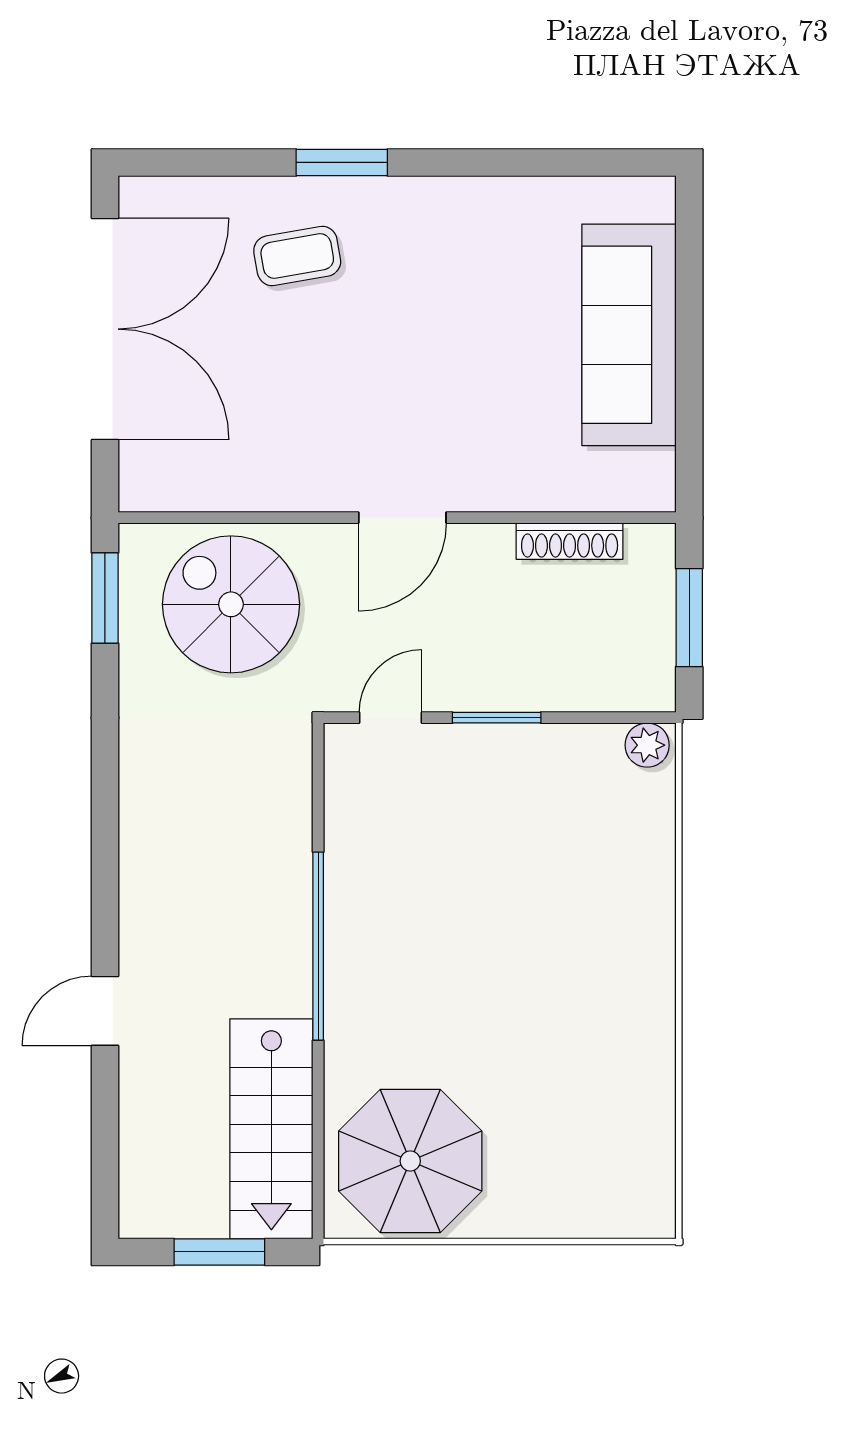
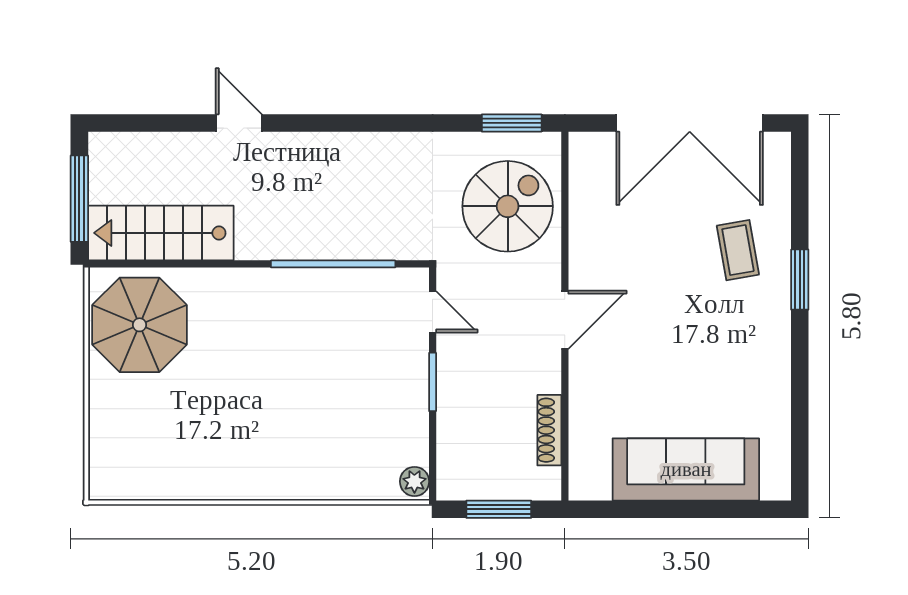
door: (402, 518) -> (565, 320), swing flipped
window: (318, 946) -> (333, 264), moved
window: (219, 1252) -> (79, 199), width x1.44

